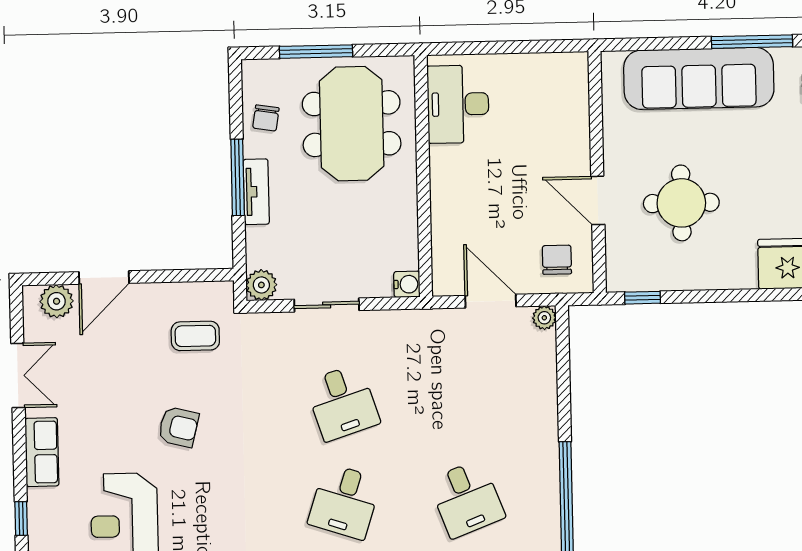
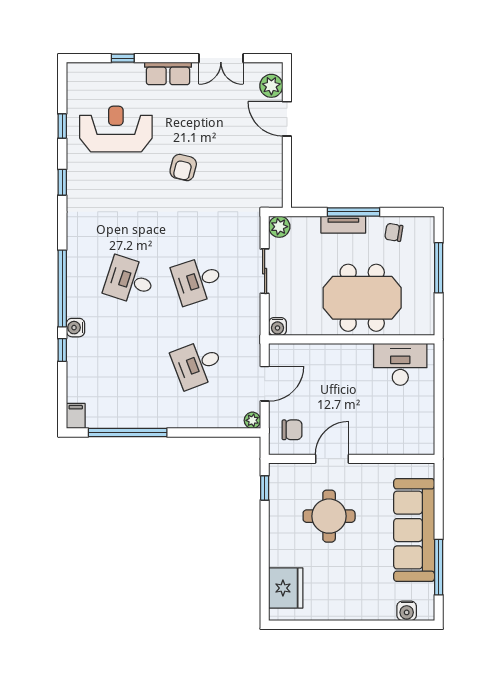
meeting table: (352, 124) -> (362, 298), moved
coffee table: (195, 336) -> (245, 181), removed
desk: (467, 499) -> (197, 364), moved

